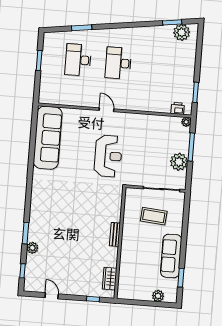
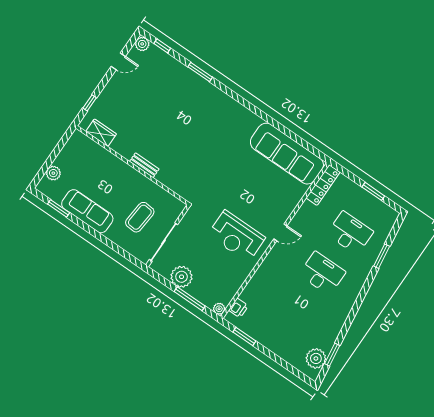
locker: (55, 99) -> (323, 185), added
reception desk: (108, 156) -> (237, 236), moved
plant: (32, 248) -> (142, 44), moved

